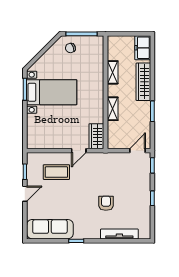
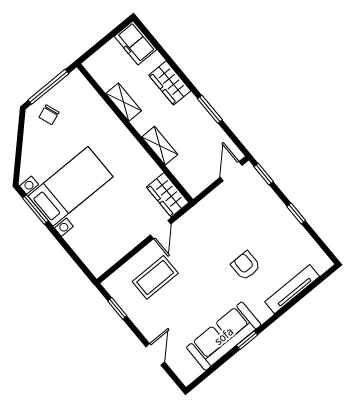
wardrobe: (143, 82) -> (170, 83), width x0.67
door: (25, 194) -> (155, 354), moved
sofa: (50, 229) -> (224, 336), moved

